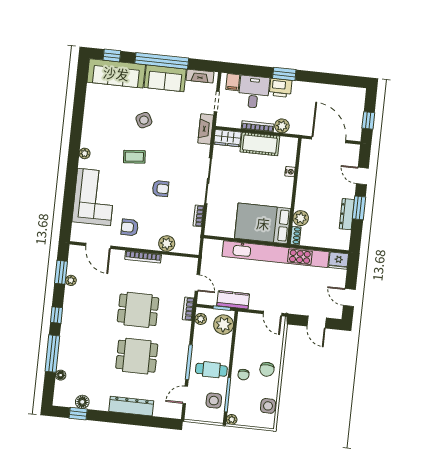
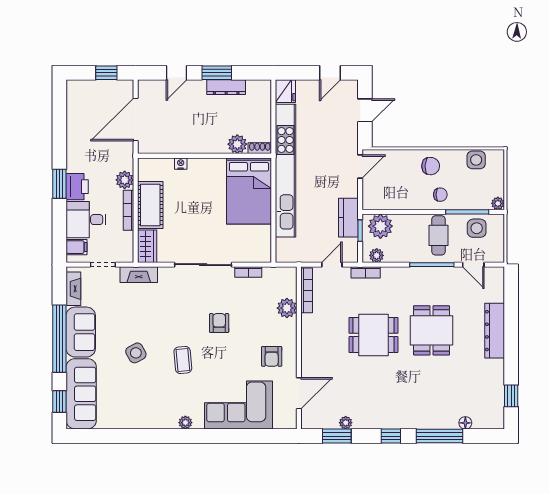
bookcase: (143, 257) -> (307, 290), moved
dining table: (138, 310) -> (373, 335), turned 90
floor lamp: (82, 402) -> (496, 392), removed

